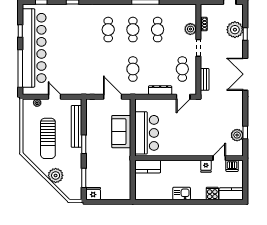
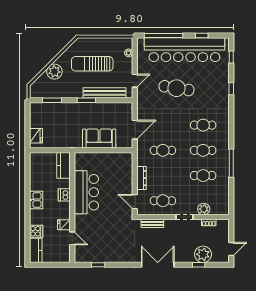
cafe table: (72, 56) -> (176, 88), added
door: (55, 97) -> (135, 81), moved
bar counter: (147, 133) -> (86, 192), moved, turned -90
plant: (237, 135) -> (96, 257), removed
dishwasher: (232, 166) -> (64, 195), moved
fridge: (93, 194) -> (36, 136), moved

